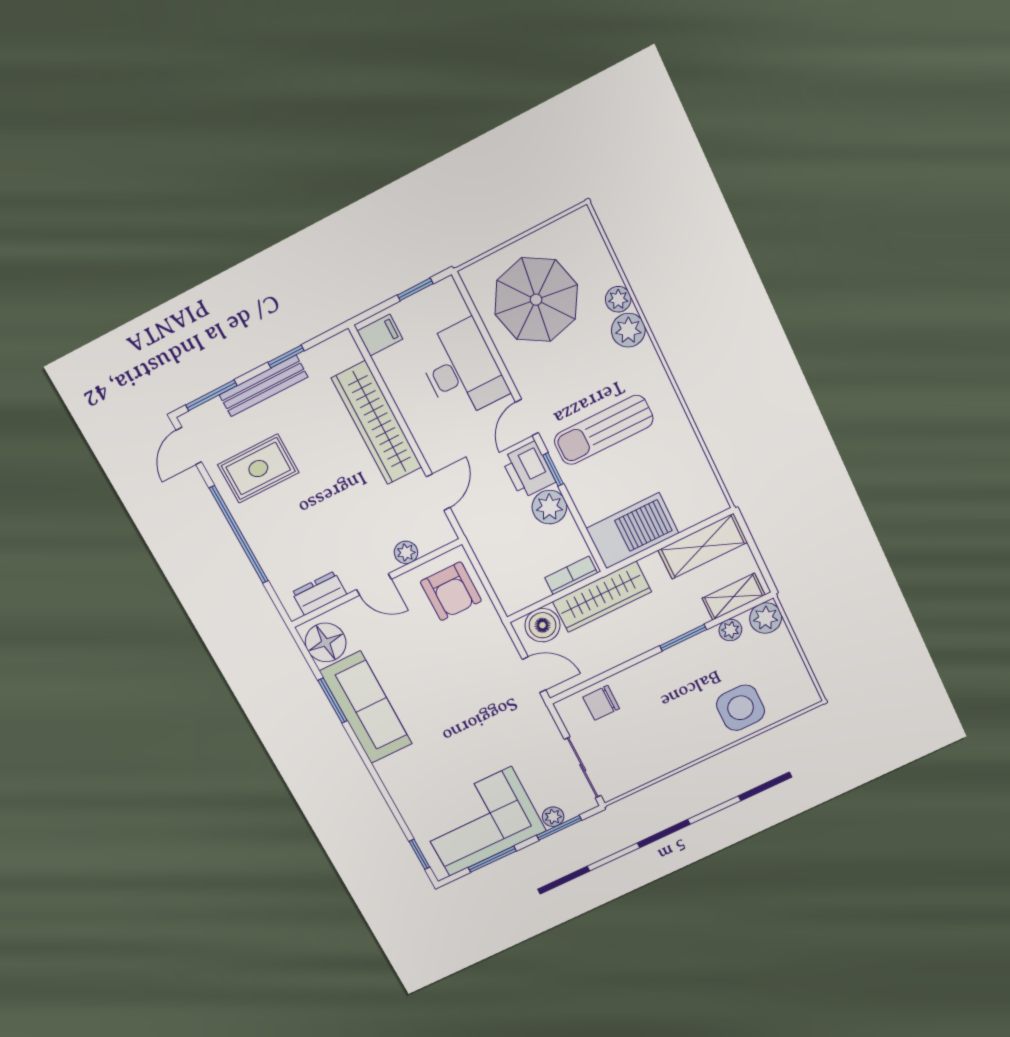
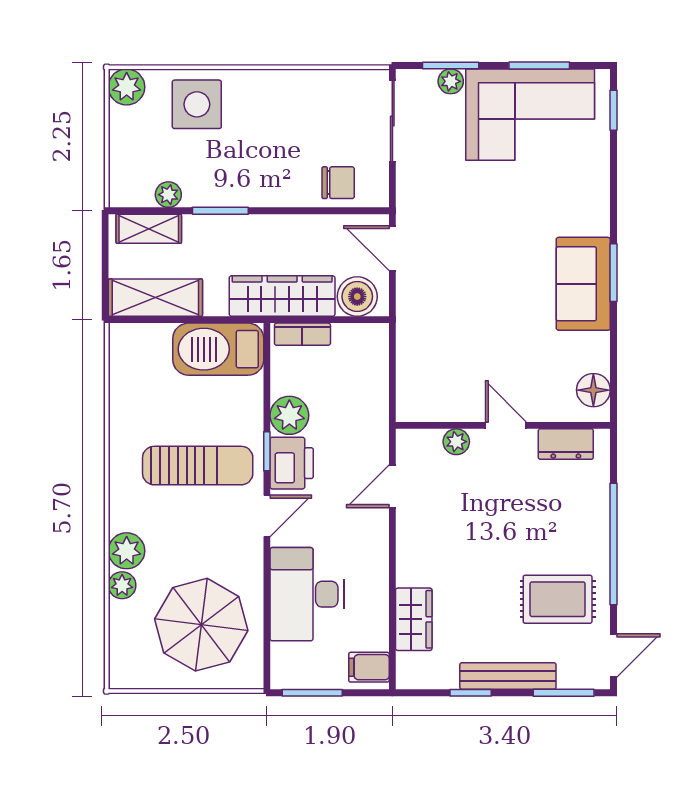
window: (415, 289) -> (312, 693), width x1.50
wardrobe: (377, 423) -> (414, 619), width x0.48, depth x0.85
armchair: (451, 591) -> (432, 379), removed
plant: (766, 618) -> (127, 87), moved
floor lamp: (326, 642) -> (593, 390), width x0.73, depth x0.73
window: (333, 701) -> (614, 273), moved
sofa: (366, 708) -> (583, 284), width x0.73

